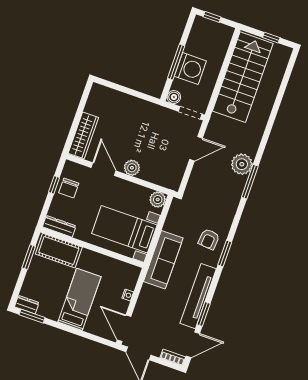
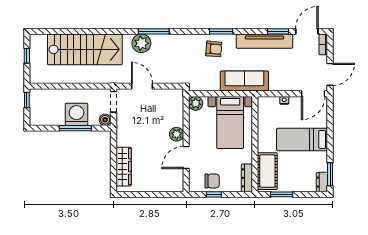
window: (212, 17) -> (27, 100), moved
stairs: (243, 77) -> (85, 49), moved, turned 180
wardrobe: (83, 135) -> (124, 167), moved, turned 90
door: (193, 345) -> (307, 31), hinge flipped

